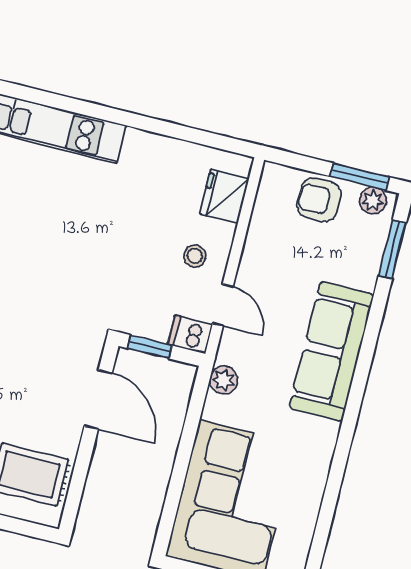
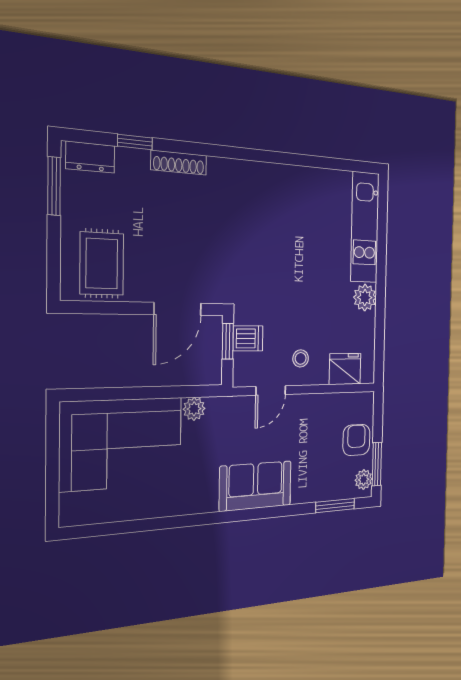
plant: (142, 147) -> (365, 298), added
dishwasher: (190, 334) -> (248, 338), moved, turned 90
sofa: (332, 351) -> (256, 486), width x0.73
plant: (224, 380) -> (194, 409), moved

